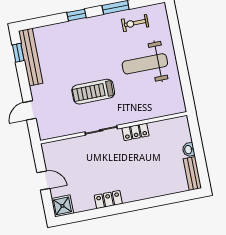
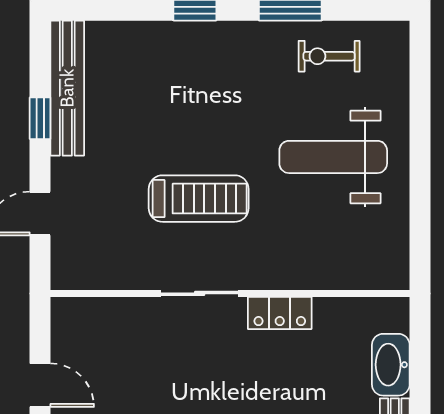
window: (18, 53) -> (40, 118), moved
treadmill: (93, 92) -> (199, 199), turned 180
washbasin: (189, 150) -> (391, 365), width x1.91, depth x1.45

